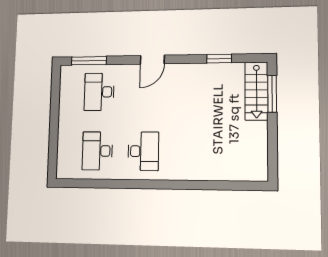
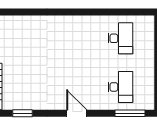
door: (152, 60) -> (77, 113), hinge flipped
desk: (143, 151) -> (83, 38), removed

